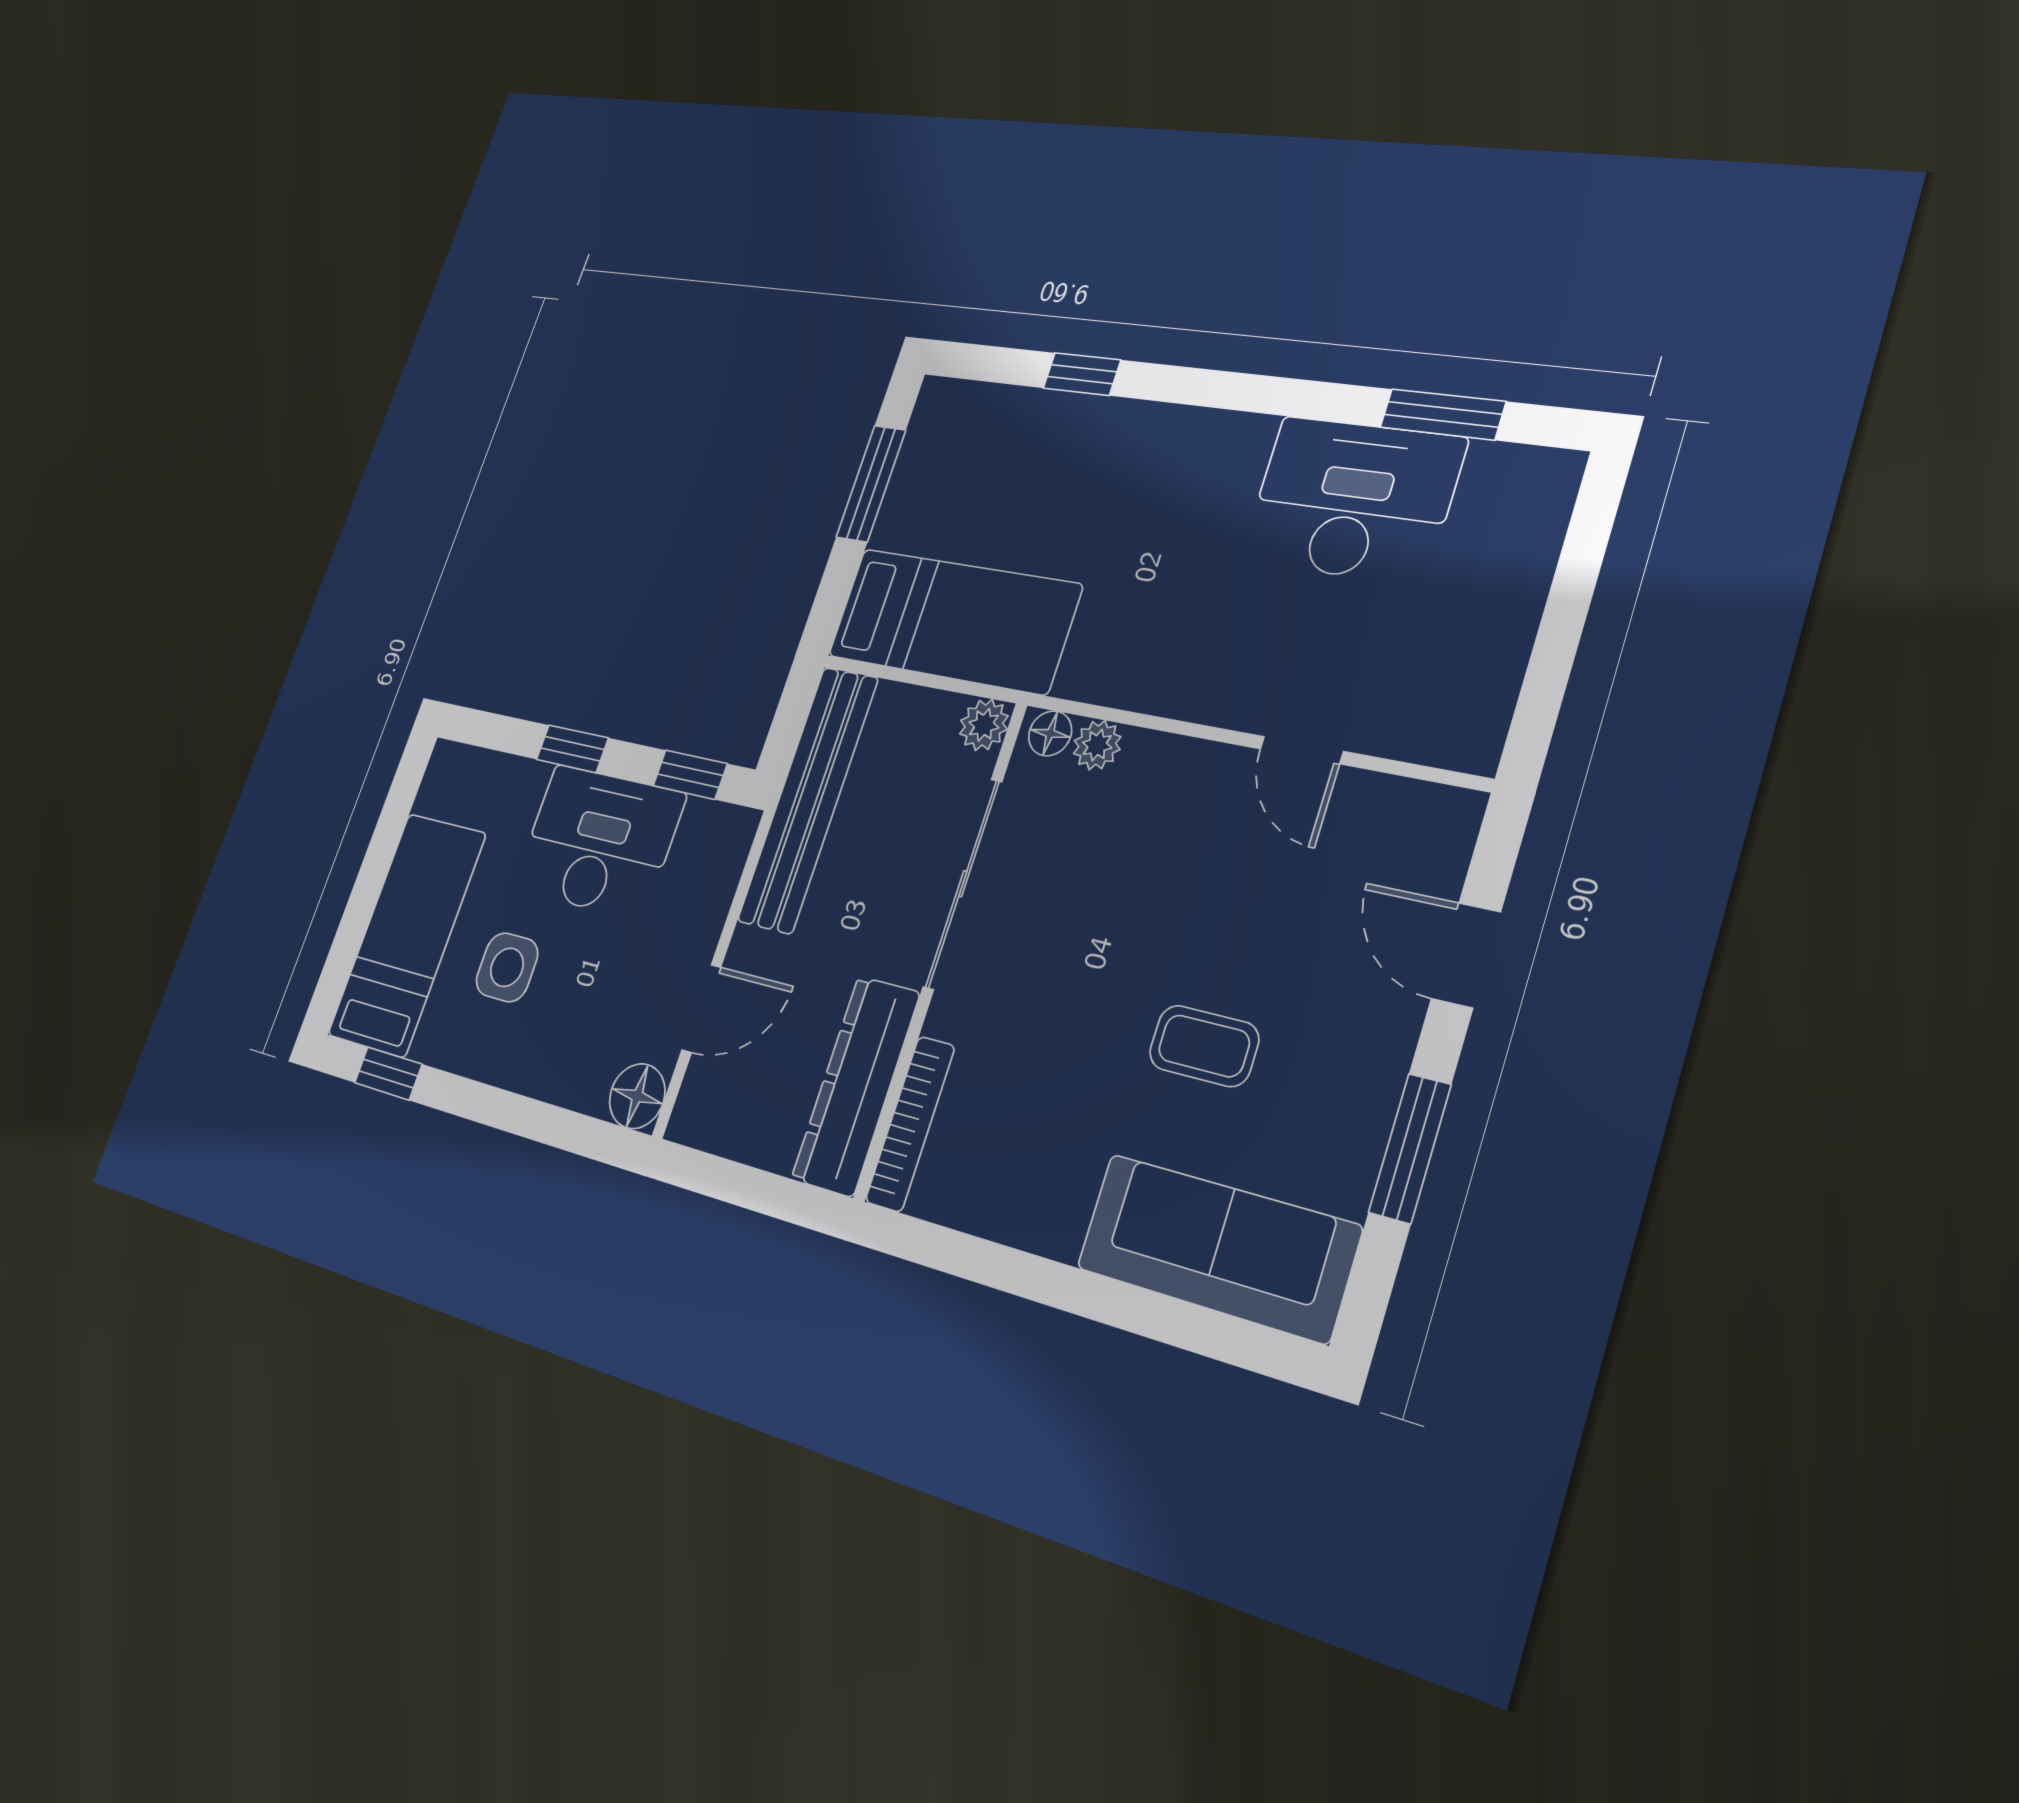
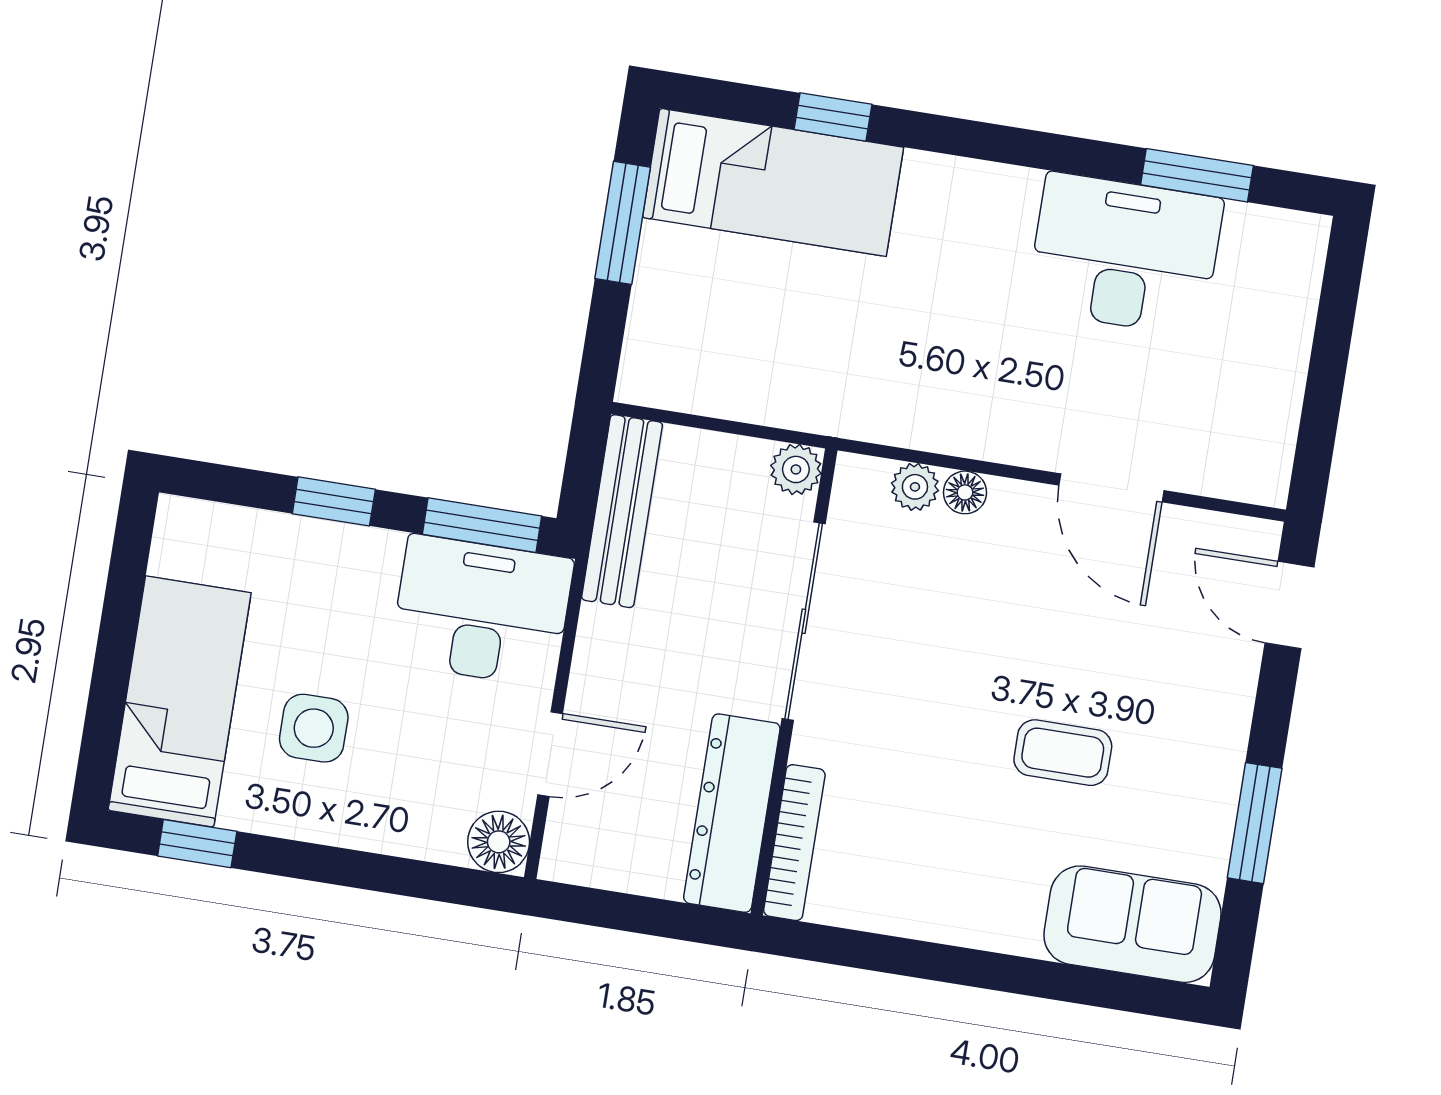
bed: (954, 621) -> (773, 182), moved
floor lamp: (1050, 733) -> (965, 492), moved
door: (1302, 750) -> (1111, 488), width x1.38
window: (690, 775) -> (482, 525), width x1.50
bench: (808, 799) -> (622, 511), width x0.73, depth x0.82
desk: (599, 842) -> (482, 611), moved
door: (1466, 955) -> (1290, 605), moved
sofa: (1217, 1247) -> (1132, 924), width x0.73

